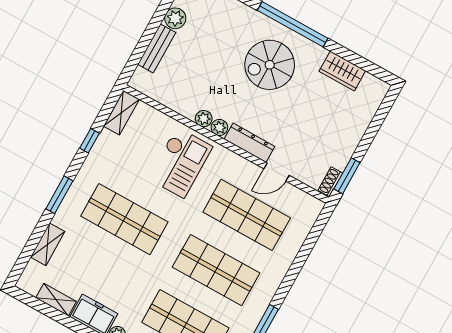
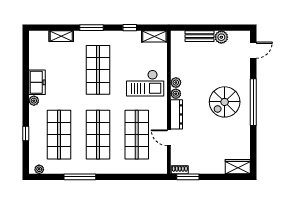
spiral stairs: (270, 65) -> (225, 102), turned -90
wardrobe: (342, 71) -> (238, 167), moved, turned 90
shelving: (56, 300) -> (34, 57), removed

